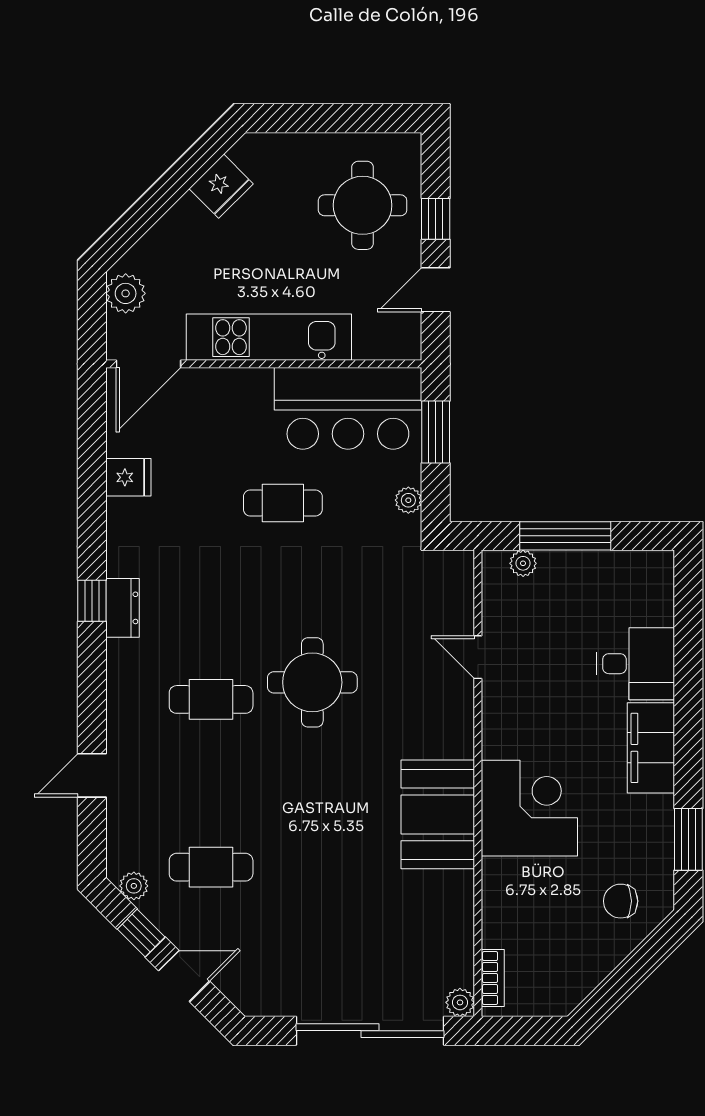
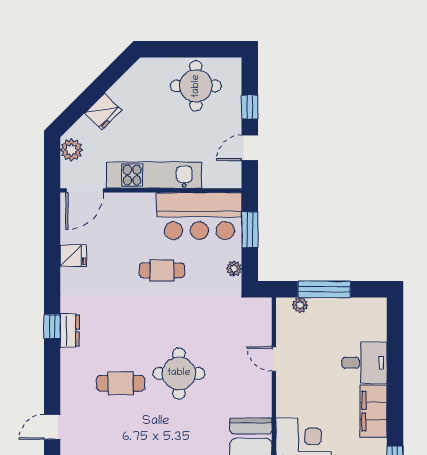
fridge: (221, 186) -> (103, 112), moved
round table: (363, 205) -> (196, 86), moved

